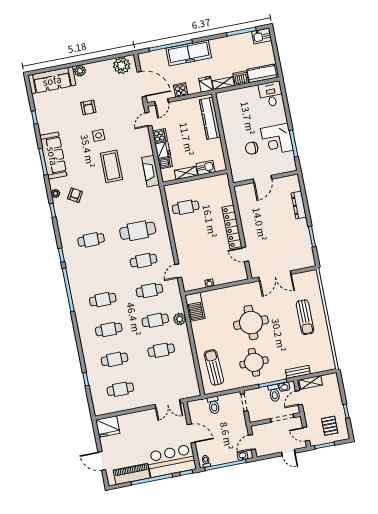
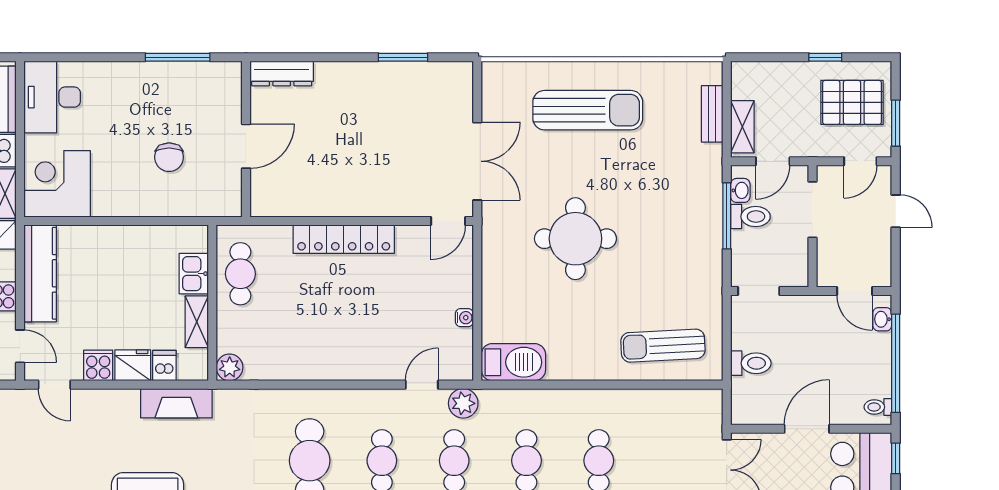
desk: (271, 94) -> (52, 97), width x1.37
kitchen counter: (210, 118) -> (40, 273), moved, turned -90
corner desk: (277, 139) -> (57, 184), moved, turned 180
door: (262, 179) -> (246, 146), hinge flipped
plant: (170, 190) -> (230, 367), added
dresser: (299, 205) -> (282, 74), moved
cafe table: (186, 207) -> (240, 274), moved
door: (245, 254) -> (448, 221), moved
door: (178, 271) -> (422, 385), swing flipped
sun lounger: (305, 317) -> (588, 110), width x1.36, depth x1.34
plant: (180, 319) -> (463, 403), moved
round table: (254, 362) -> (670, 250), removed
bench: (298, 372) -> (712, 114), moved
door: (299, 398) -> (773, 161), hinge flipped
pallet: (330, 426) -> (852, 102), width x1.50, depth x1.42
door: (288, 453) -> (896, 211), hinge flipped

